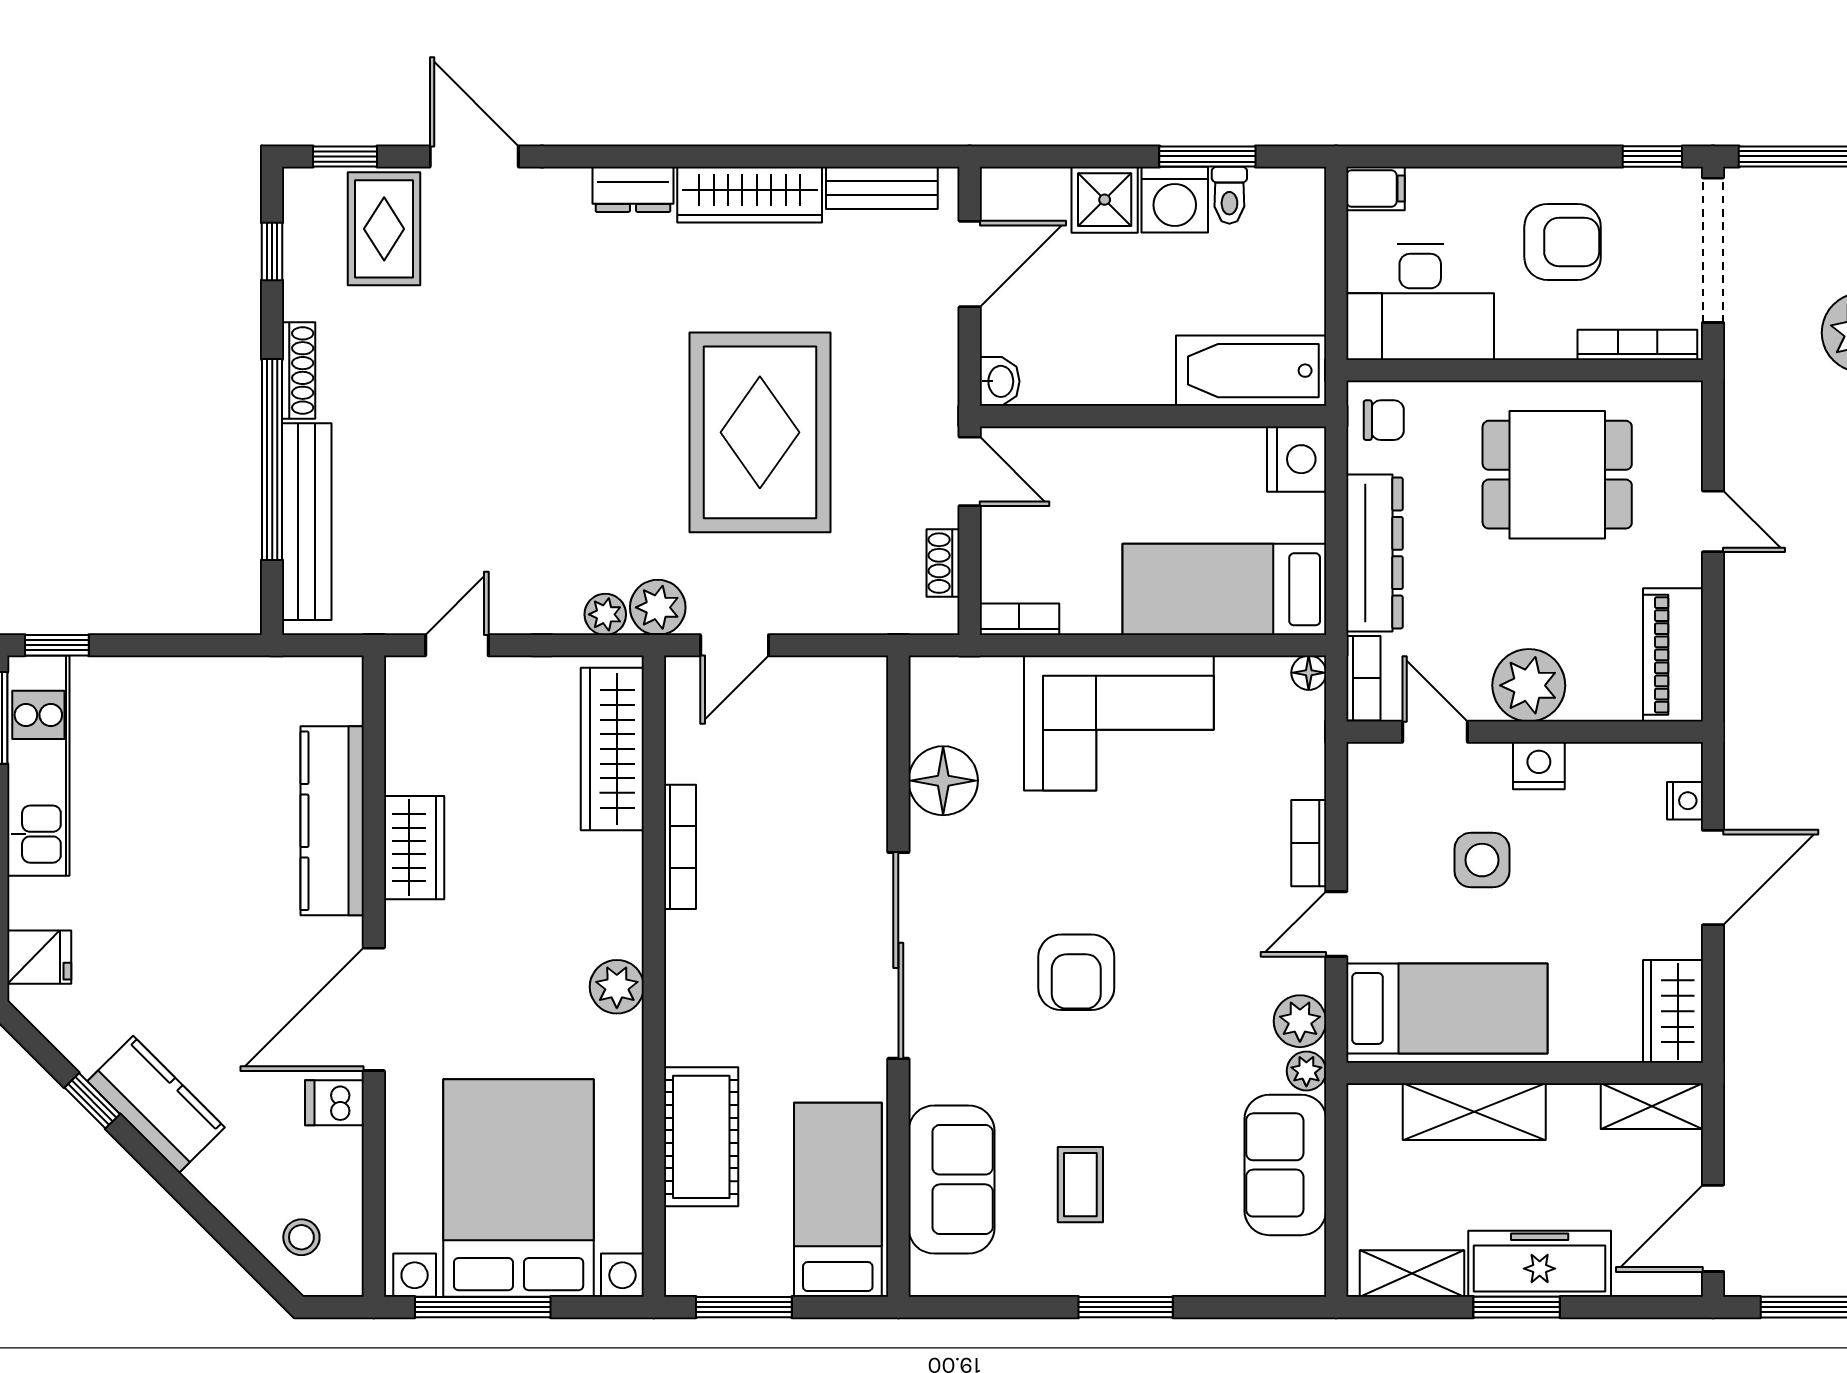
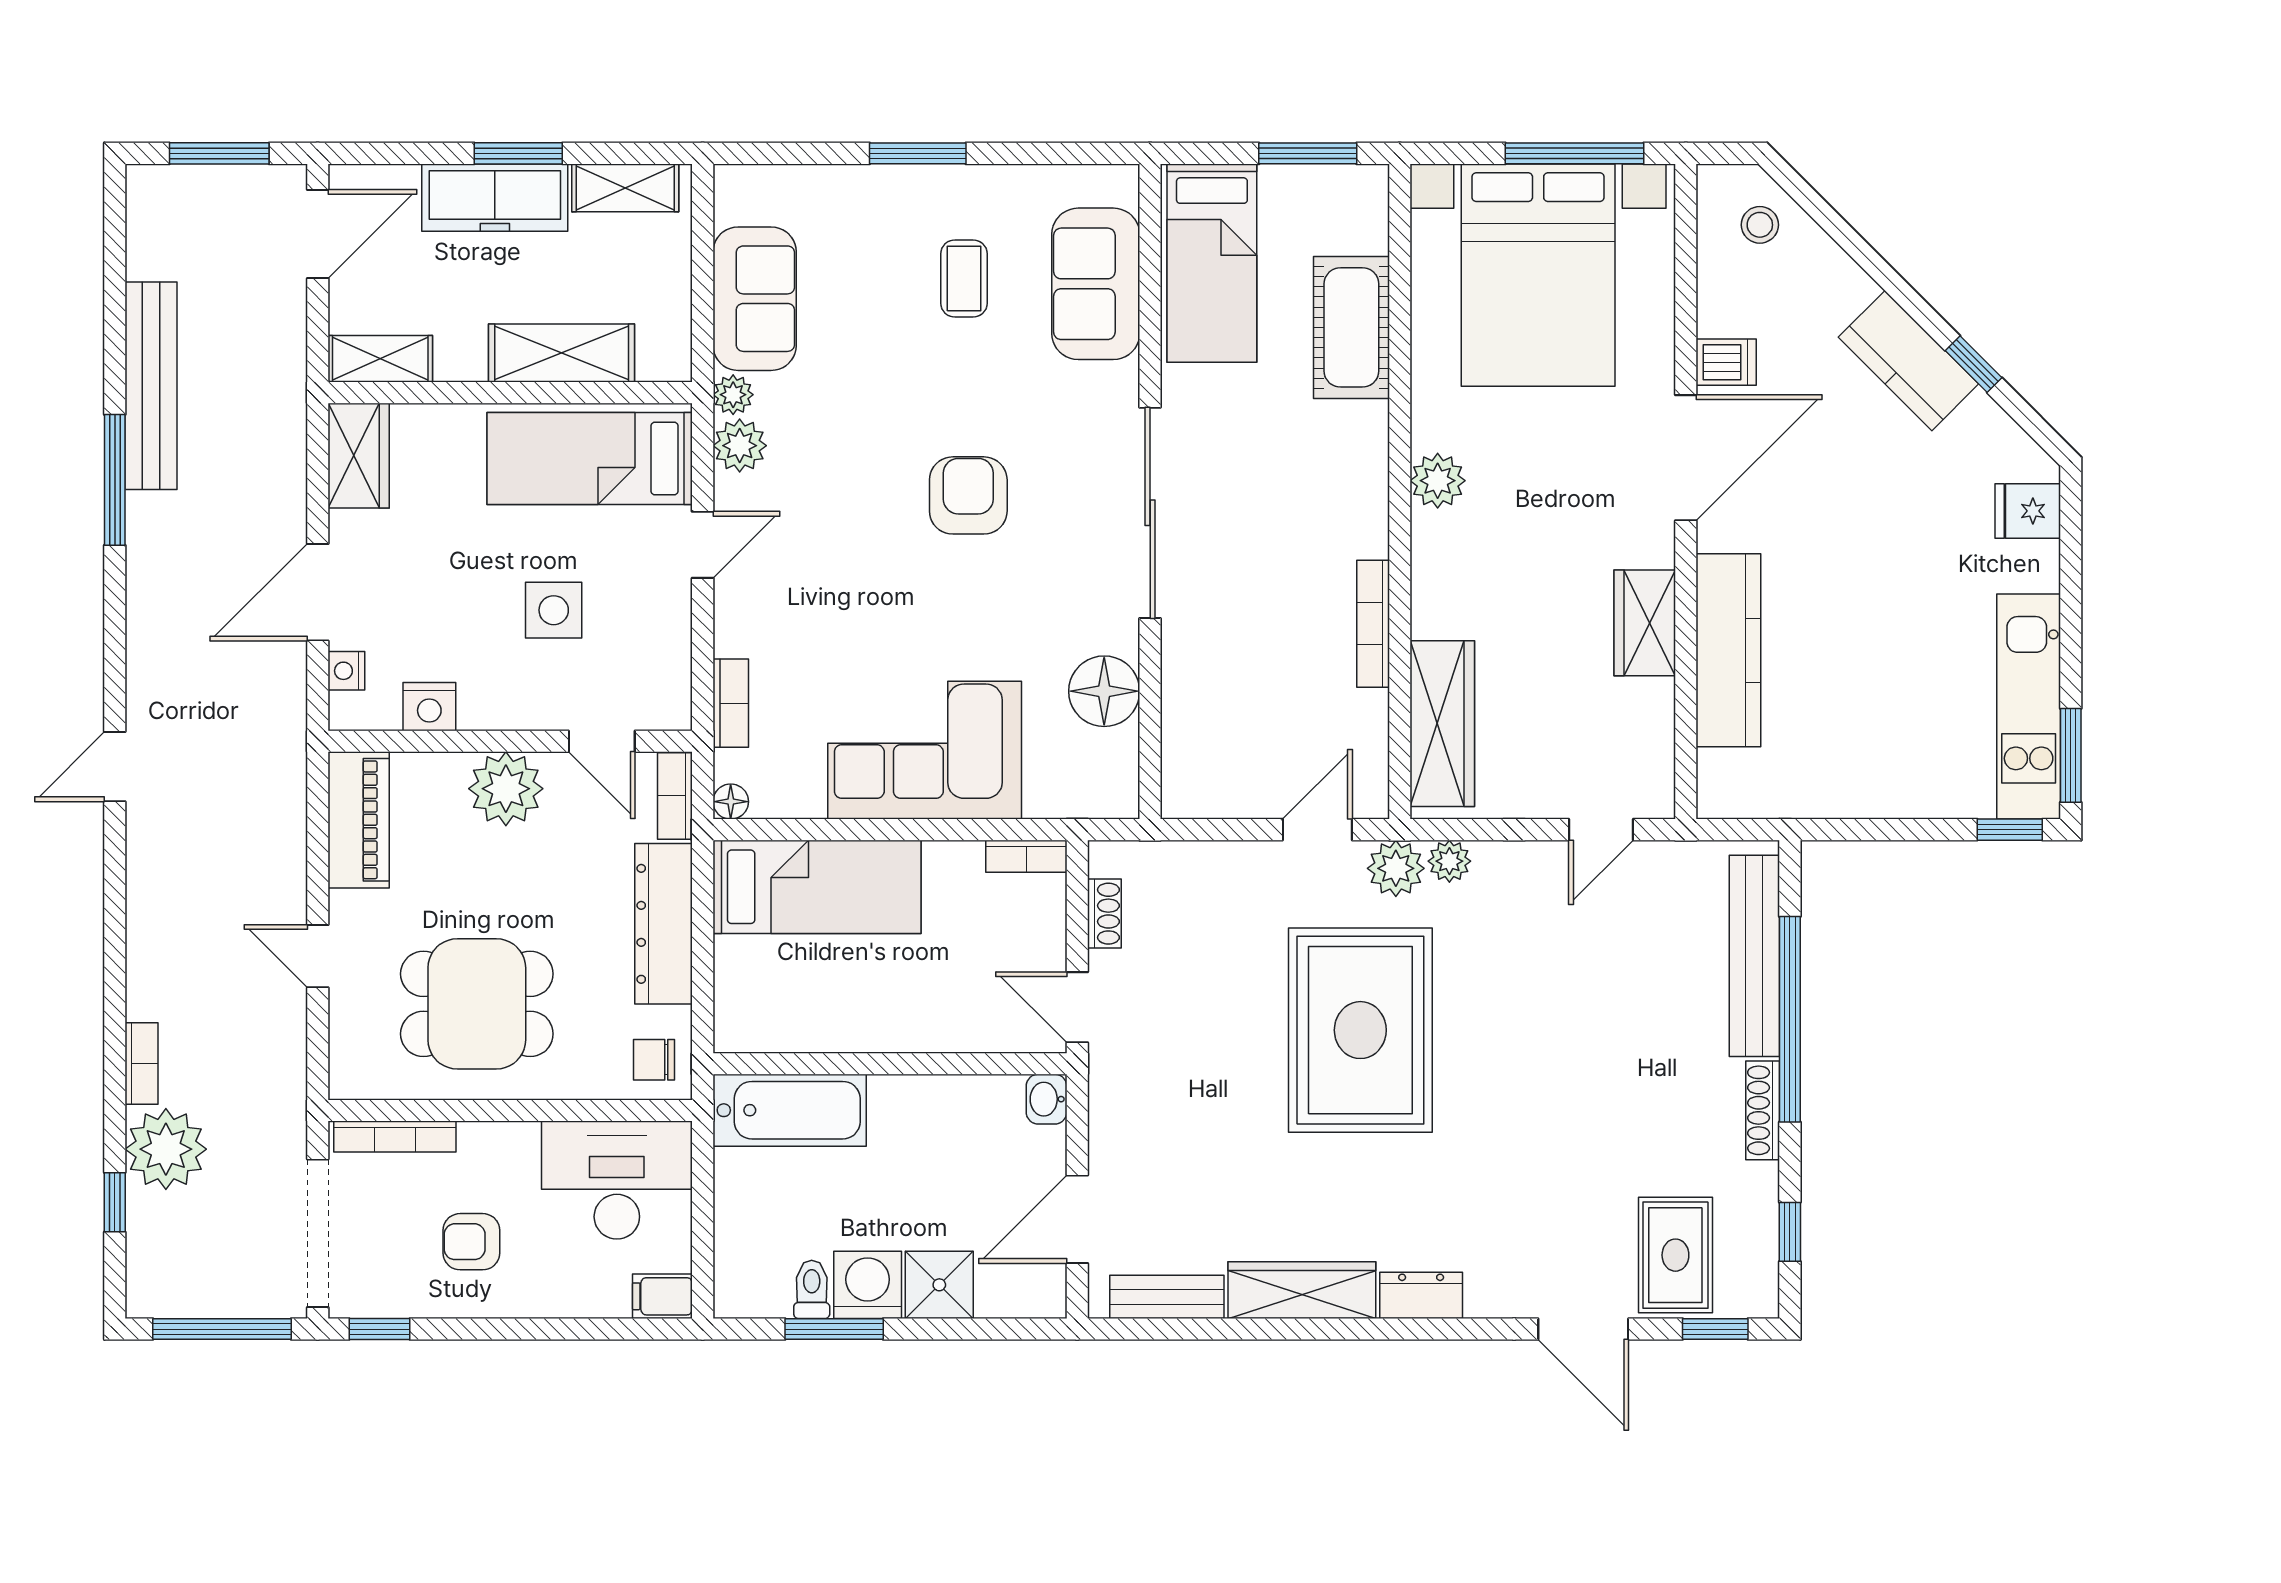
armchair: (1563, 242) -> (471, 1242), width x0.72, depth x0.72
rug: (760, 432) -> (1360, 1030), moved
nightstand: (1297, 459) -> (743, 1020), removed
nightstand: (1539, 766) -> (429, 707), moved
bookcase: (1309, 843) -> (731, 703), moved

